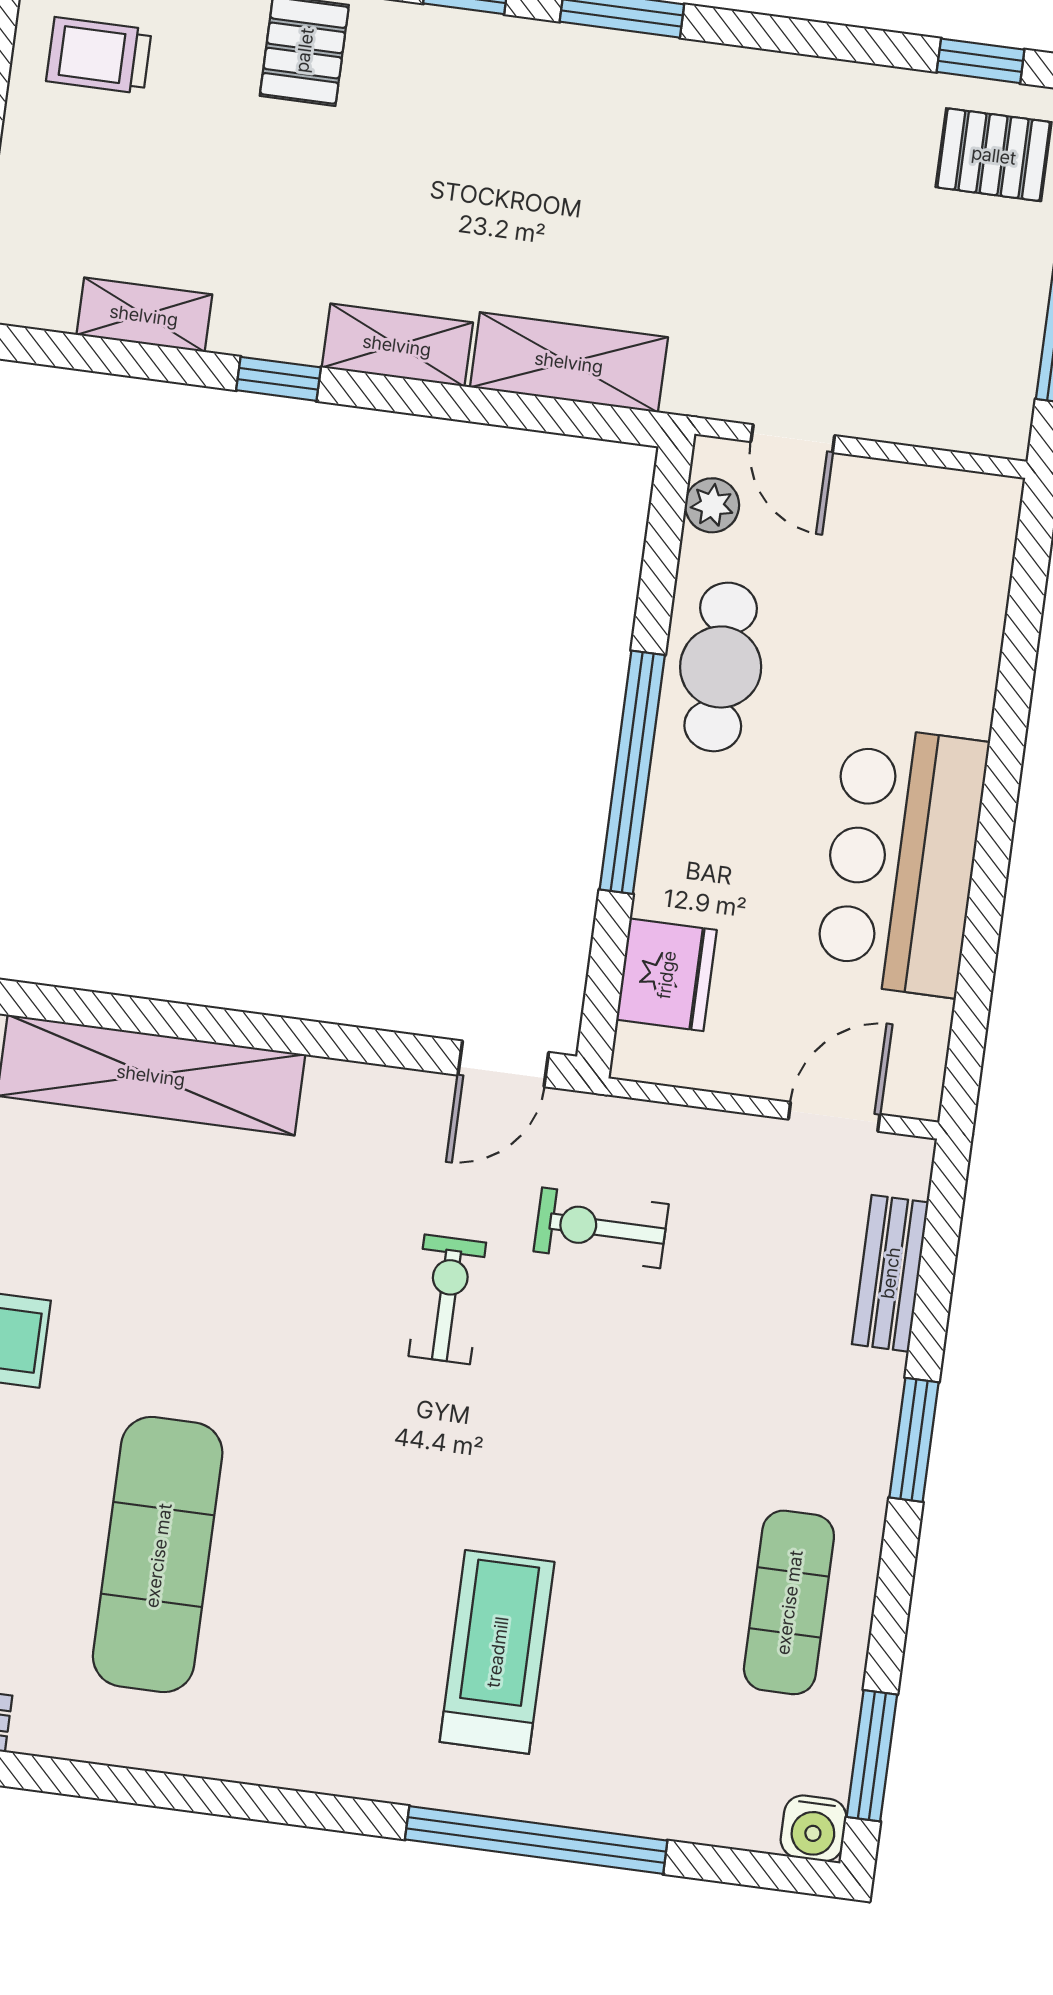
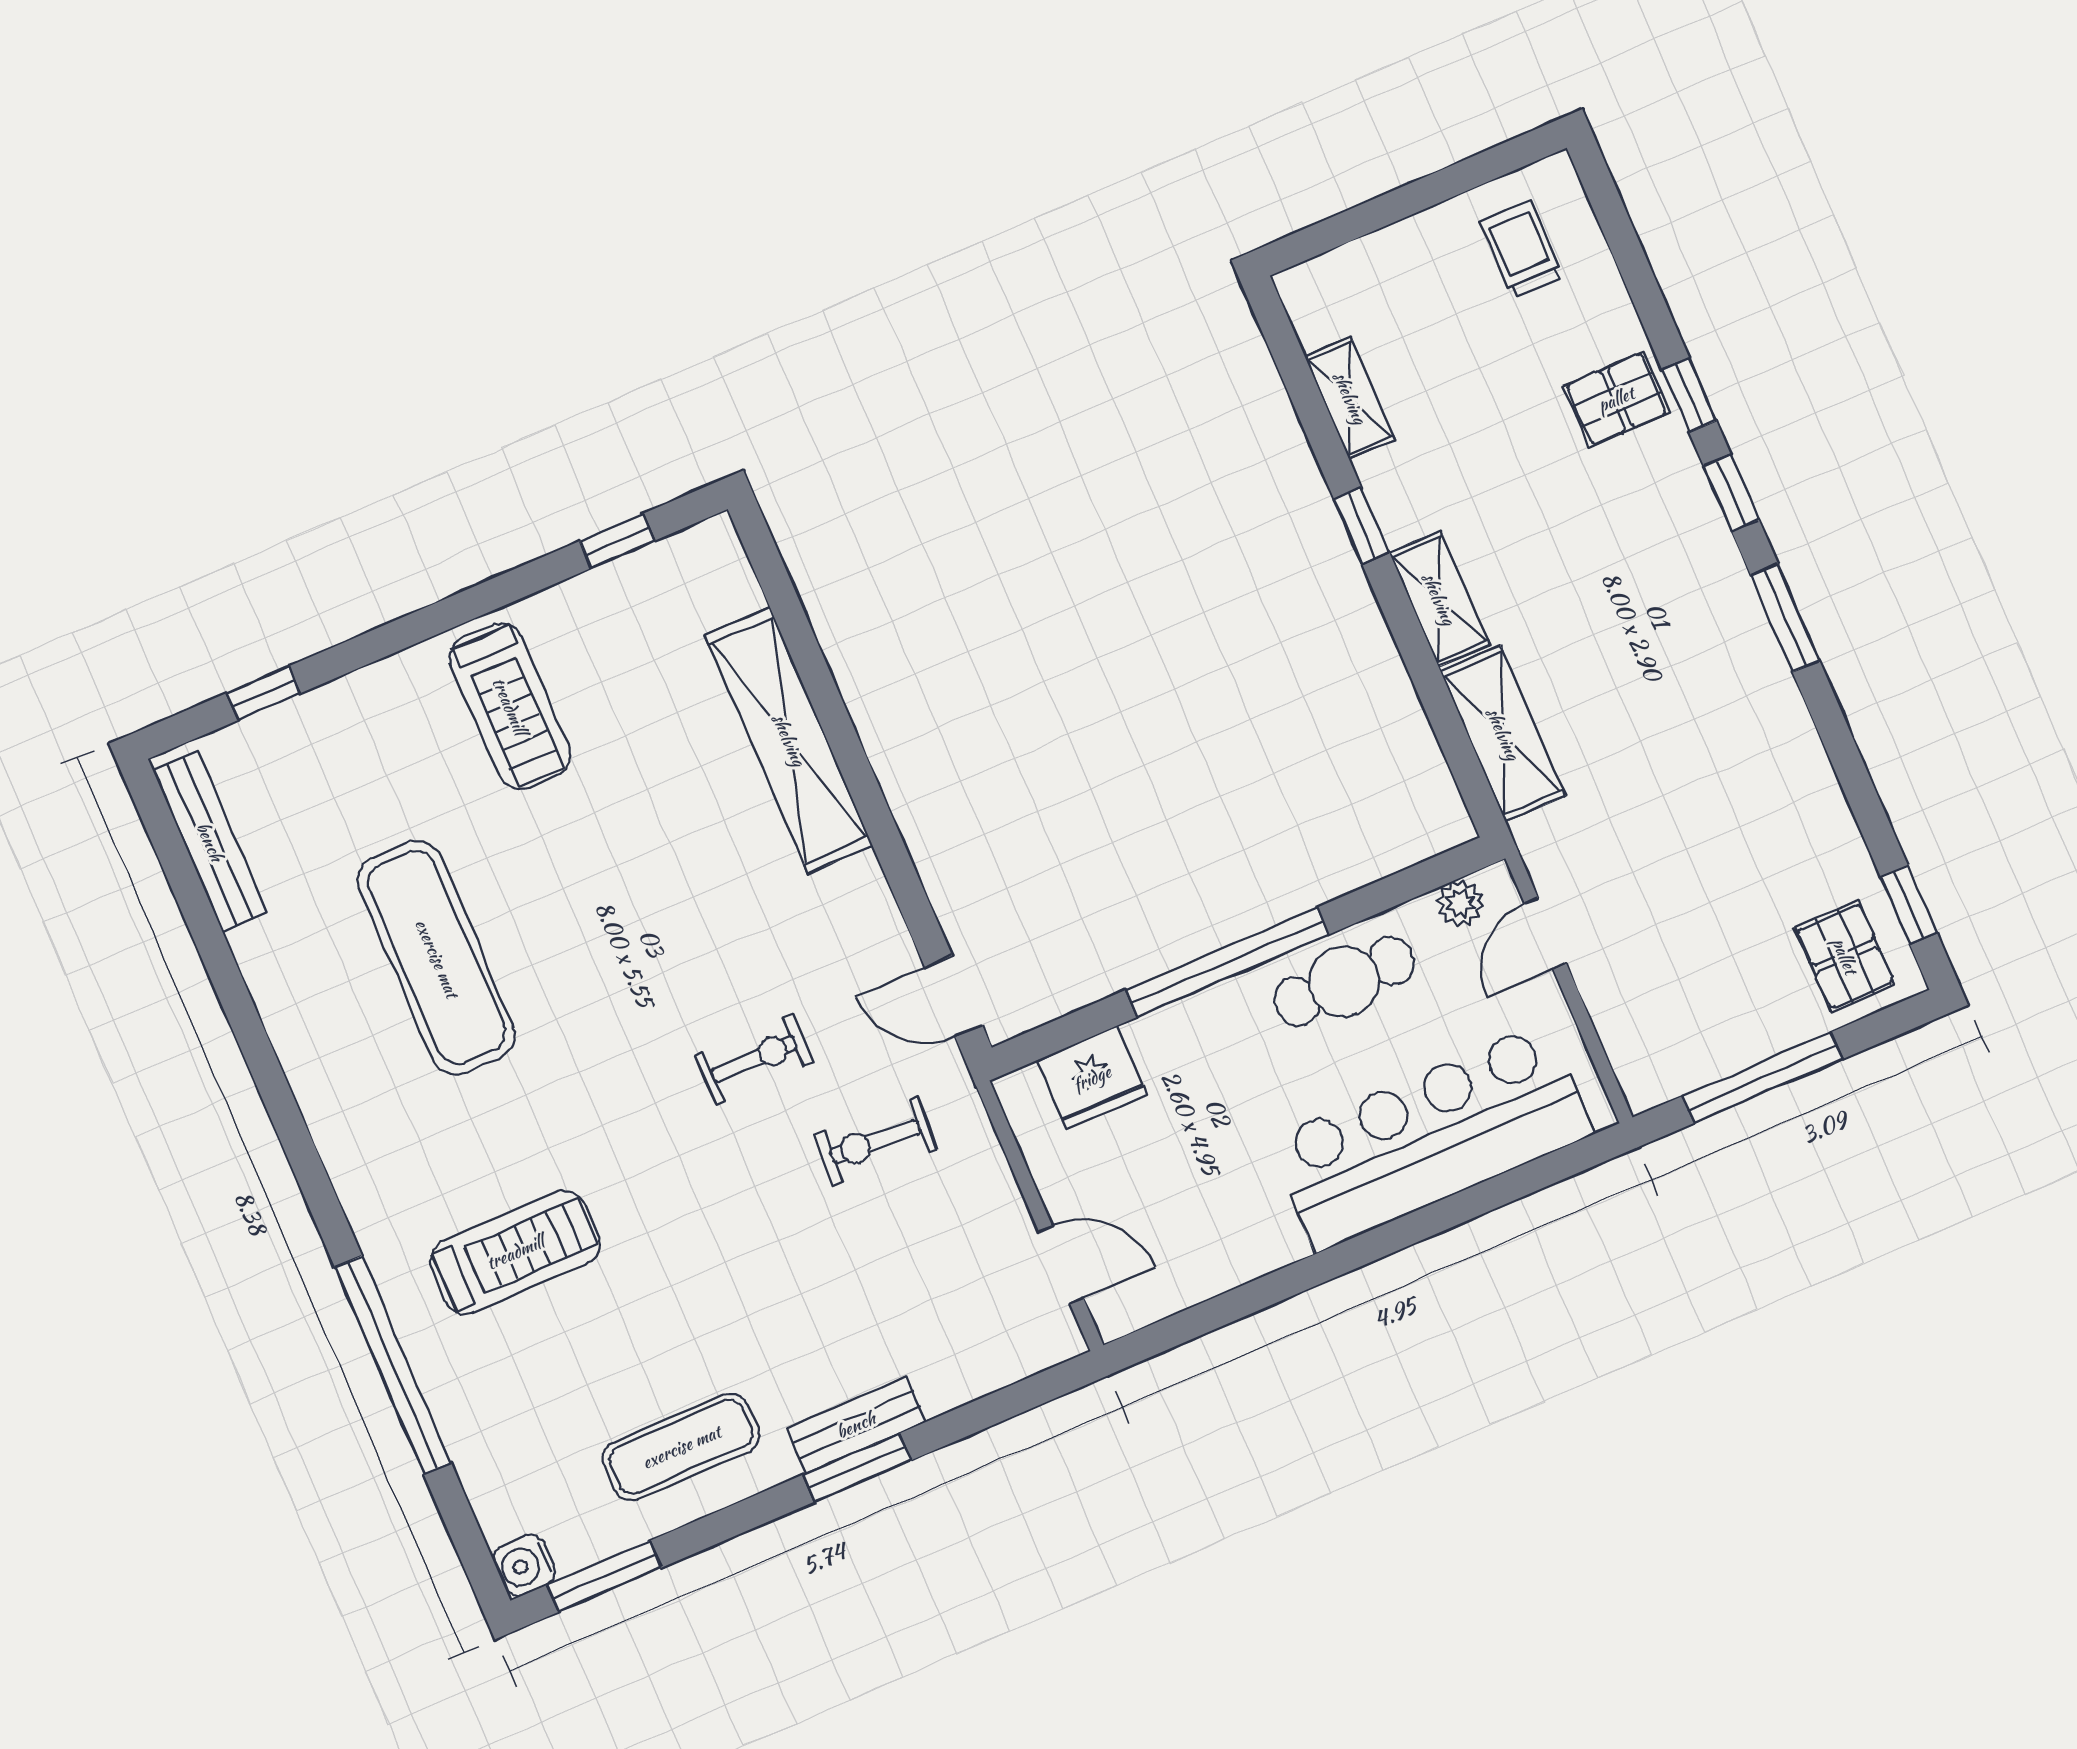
bar counter: (902, 861) -> (1431, 1137), moved, width x1.36
exercise bike: (601, 1228) -> (875, 1141), turned -86
bench: (890, 1273) -> (856, 1425), moved
exercise mat: (158, 1555) -> (437, 958), turned 90

